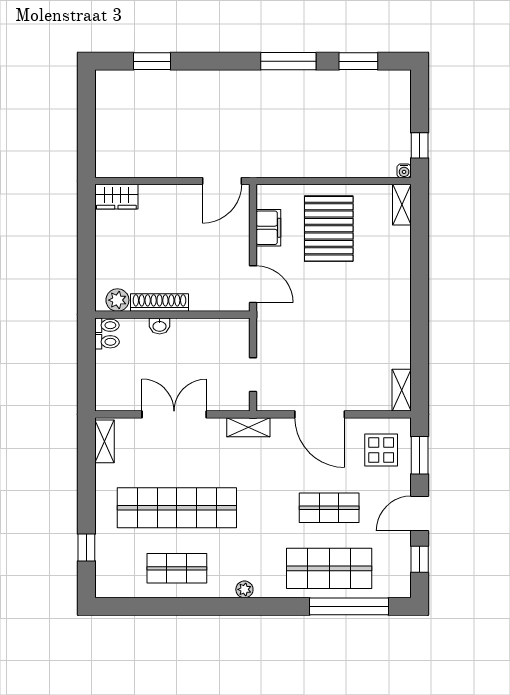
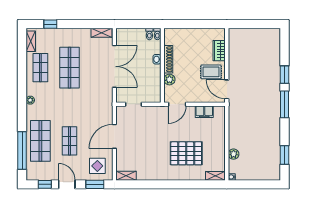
window: (152, 61) -> (284, 75), moved
window: (288, 61) -> (284, 104), moved
window: (420, 145) -> (244, 184), removed
plant: (356, 167) -> (234, 154), added
wardrobe: (116, 197) -> (219, 51), moved
rug: (186, 214) -> (211, 72), added
pallet: (329, 229) -> (186, 153), moved
plant: (117, 300) -> (169, 80), moved
double door: (174, 414) -> (114, 66), width x1.36
shelving: (248, 427) -> (31, 41), moved
shop shelf: (177, 508) -> (70, 68), width x0.71

